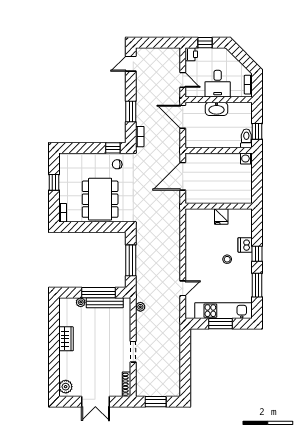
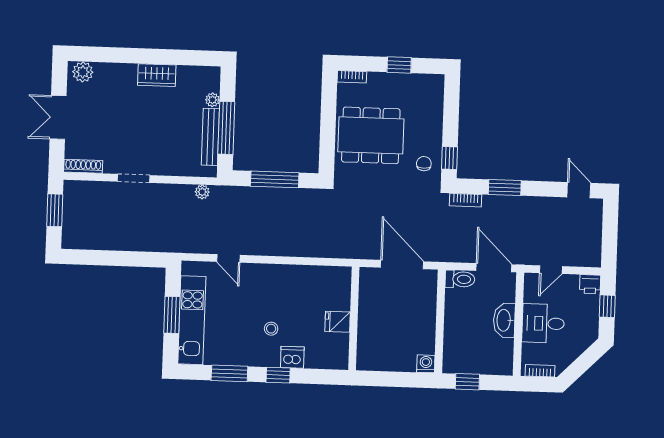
door: (183, 117) -> (494, 268), hinge flipped
toilet: (246, 138) -> (460, 279), moved

